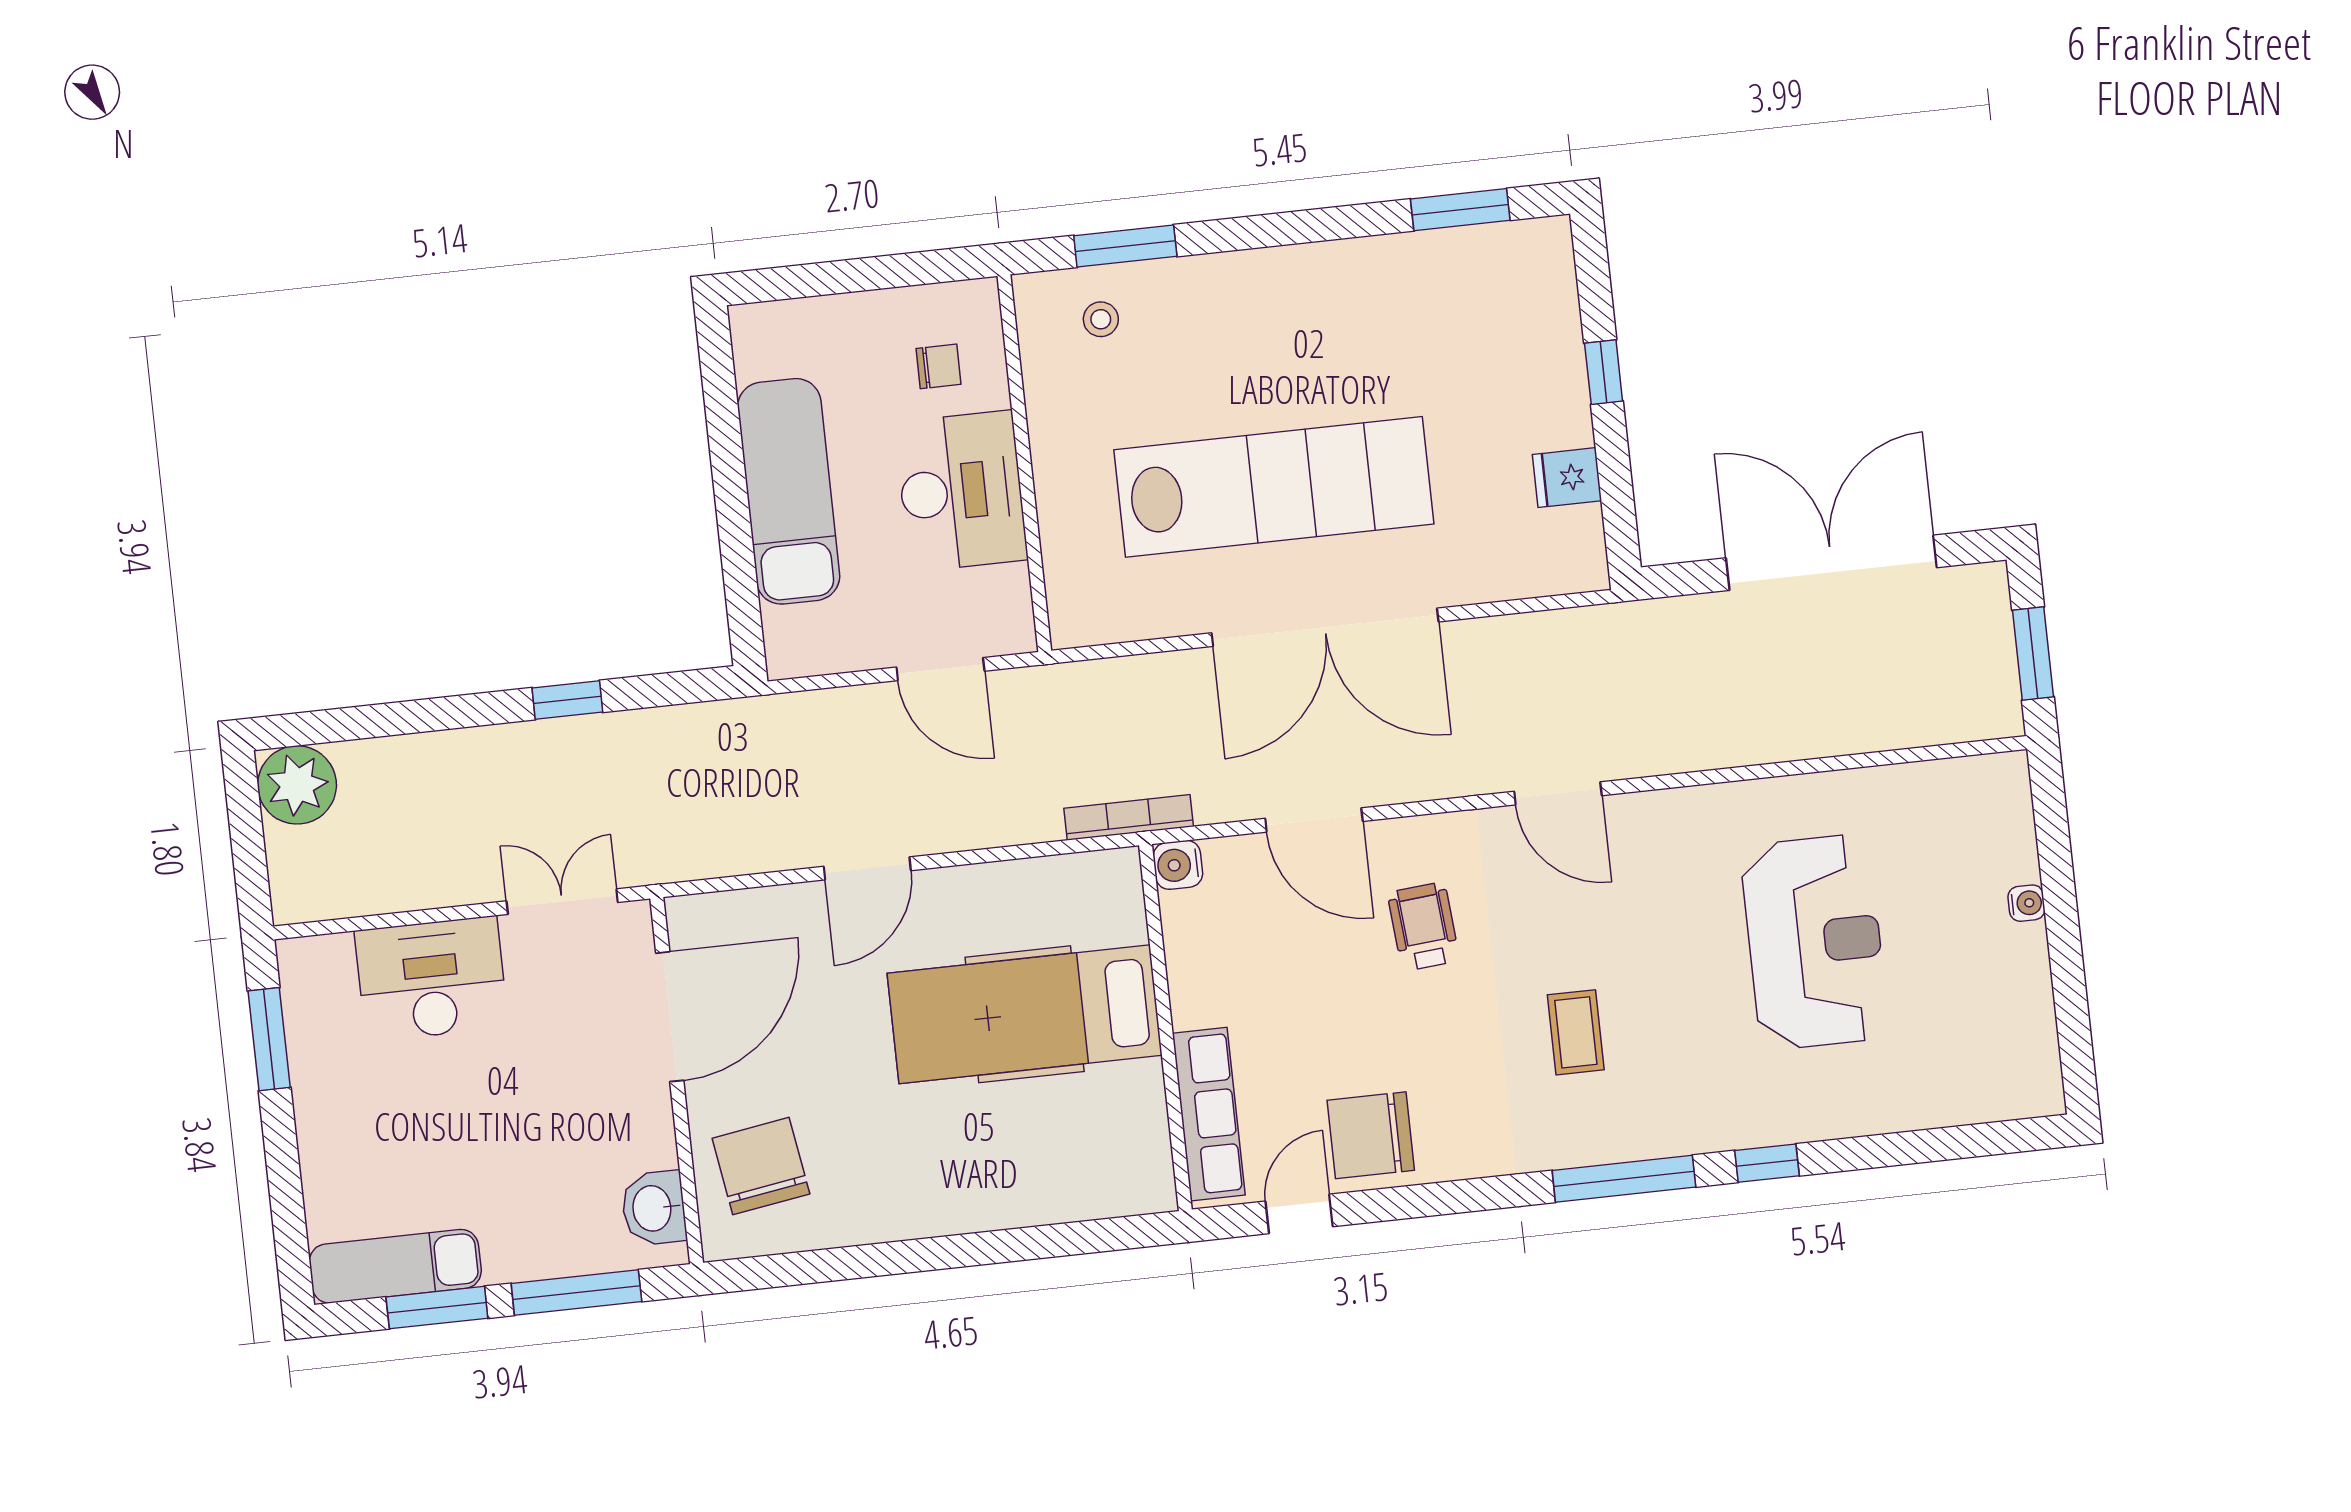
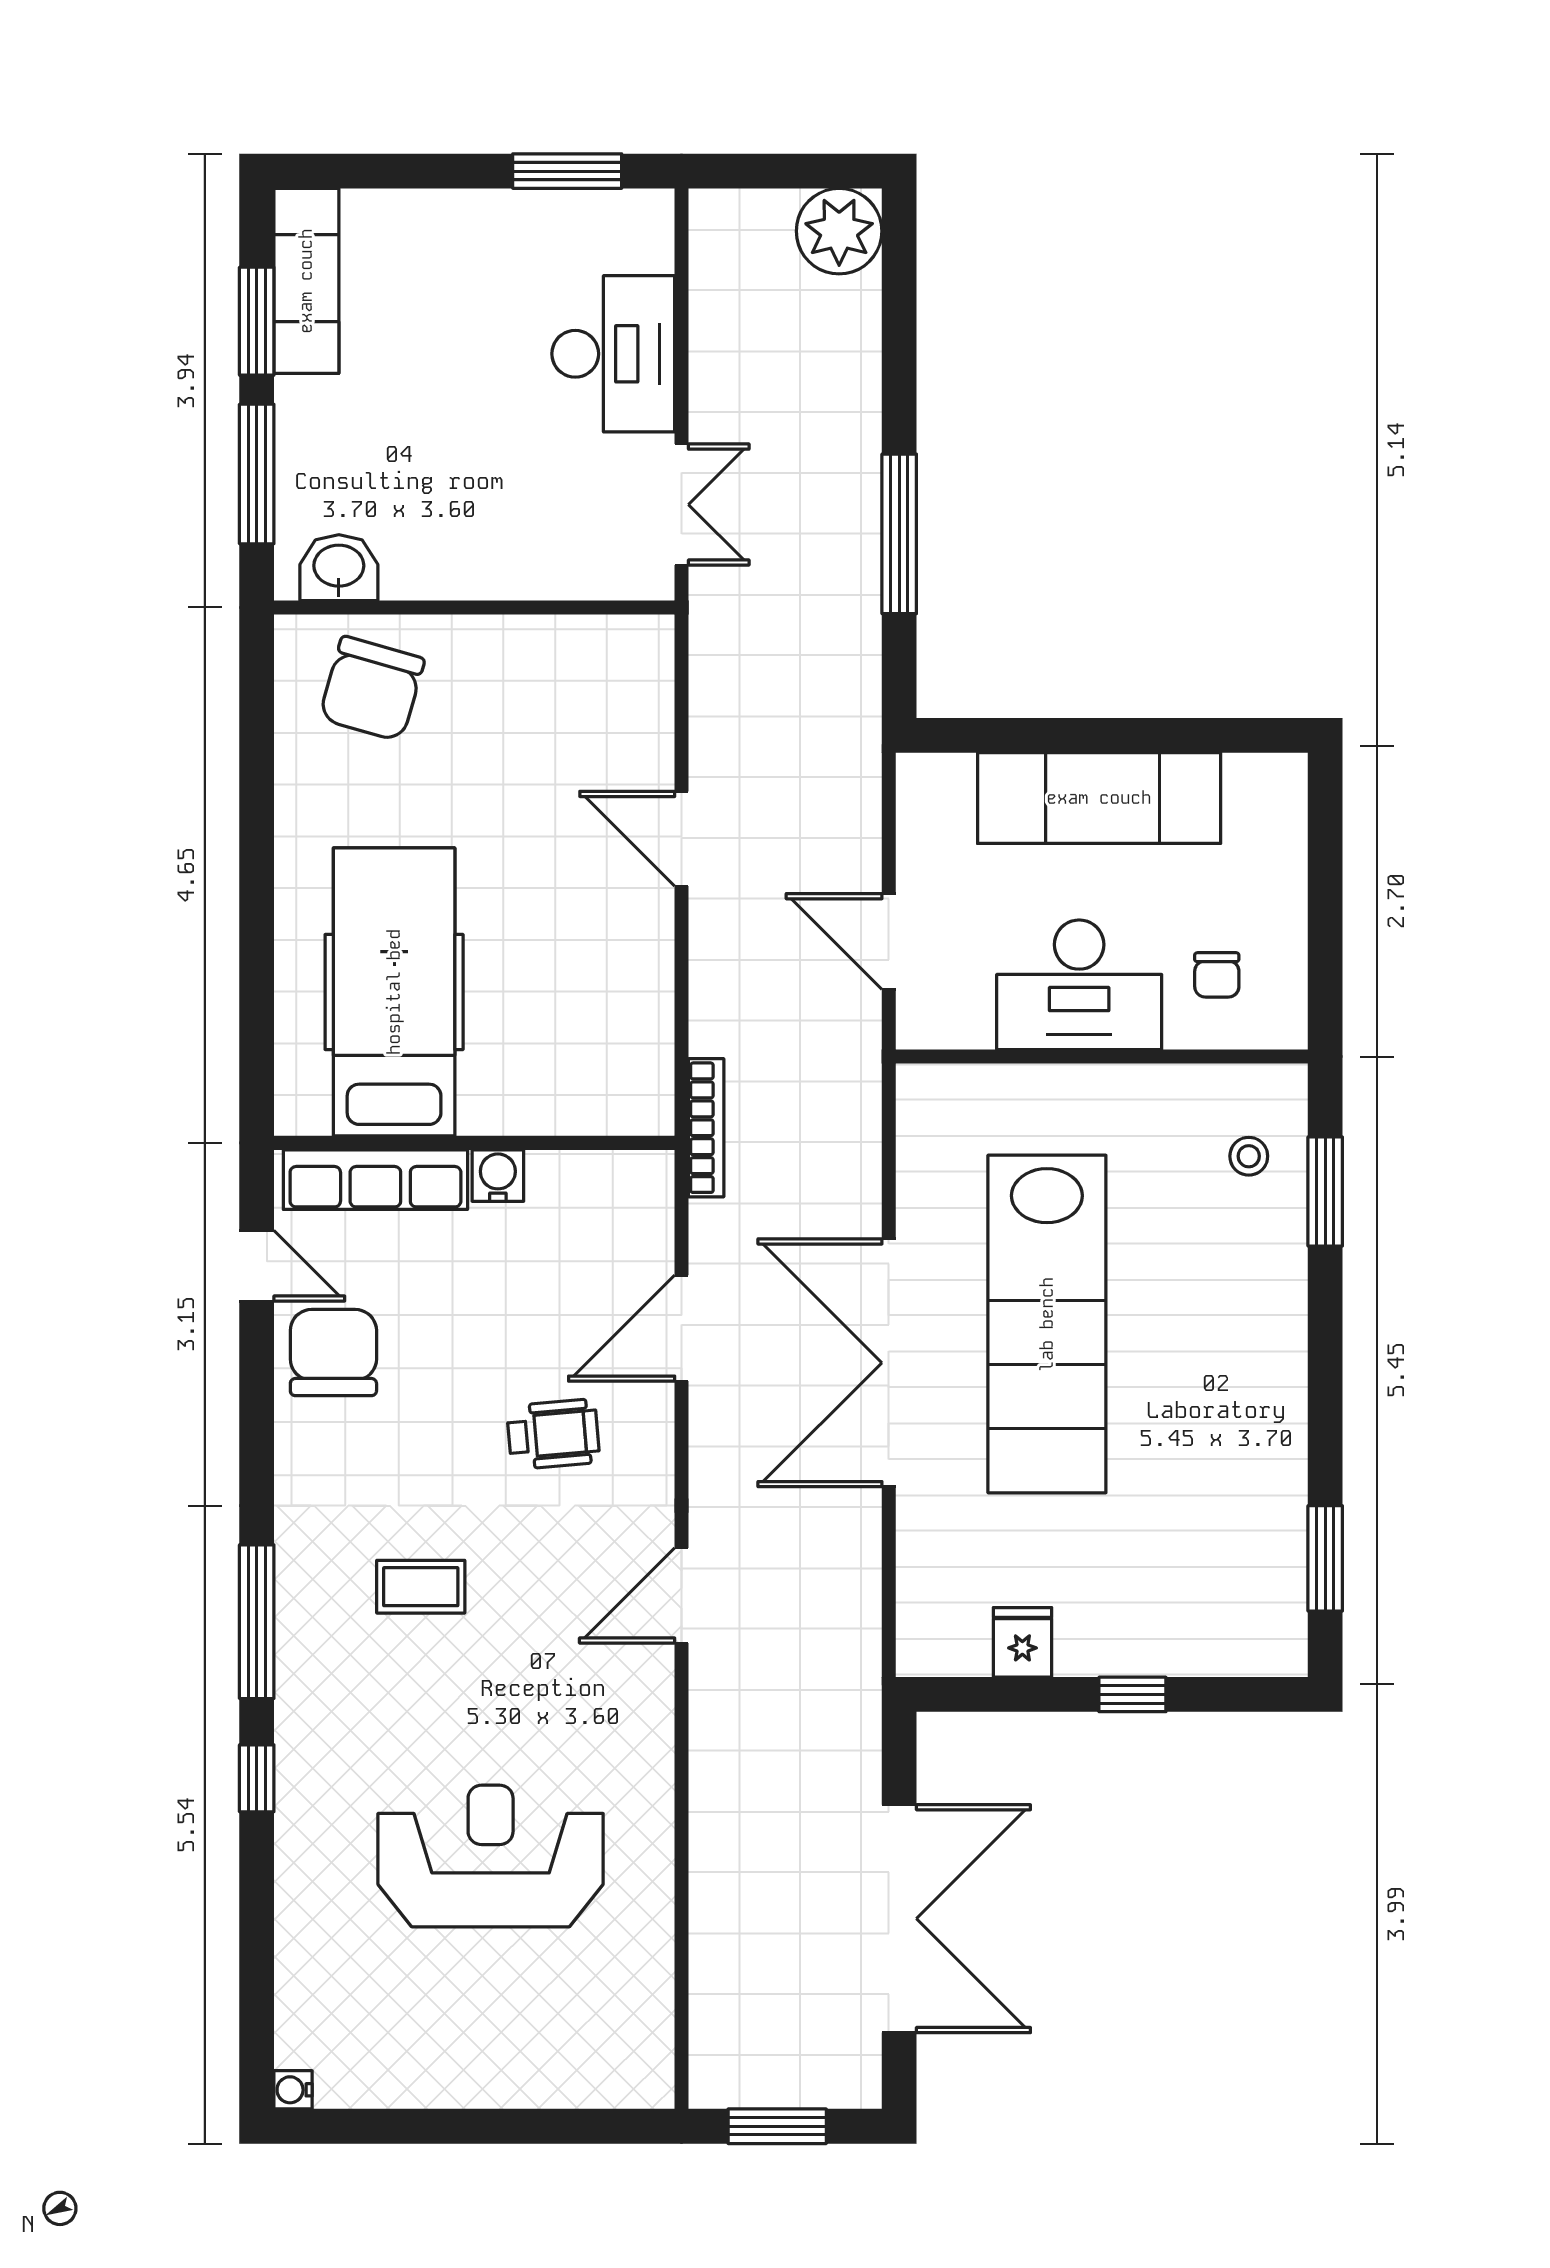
door: (940, 669) -> (889, 941), hinge flipped
window: (567, 700) -> (899, 534), width x2.17
water cooler: (1178, 865) -> (498, 1176), moved
water cooler: (2026, 903) -> (293, 2090), moved, turned 90
reception desk: (1815, 942) -> (491, 1856), turned 180
hospital bed: (1025, 1014) -> (394, 992), moved
door: (670, 1017) -> (544, 607), removed
chair: (761, 1166) -> (372, 689), turned 115

